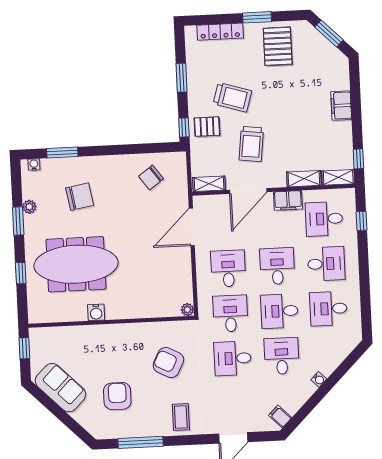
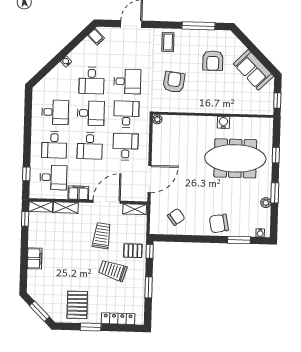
chair: (80, 197) -> (219, 223), moved
desk: (326, 264) -> (54, 145), turned -90
desk: (228, 269) -> (125, 147), turned 180
desk: (230, 313) -> (126, 114), turned 180
armchair: (168, 363) -> (174, 82), turned -110

